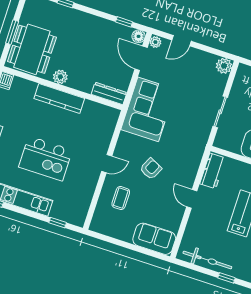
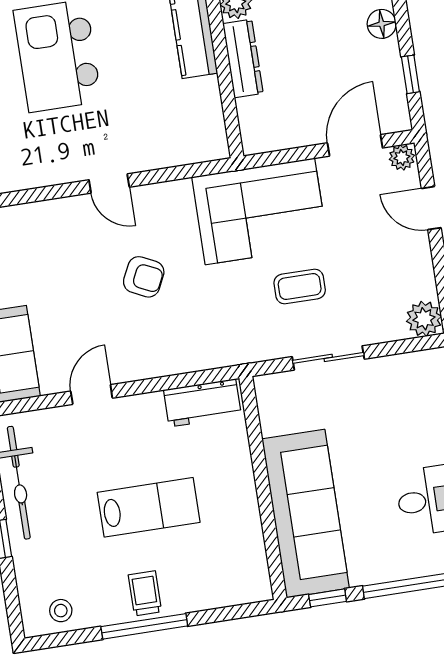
floor lamp: (139, 36) -> (382, 24), moved
dresser: (109, 93) -> (243, 58), moved
coffee table: (121, 198) -> (300, 287), moved
door: (192, 199) -> (92, 395), moved

